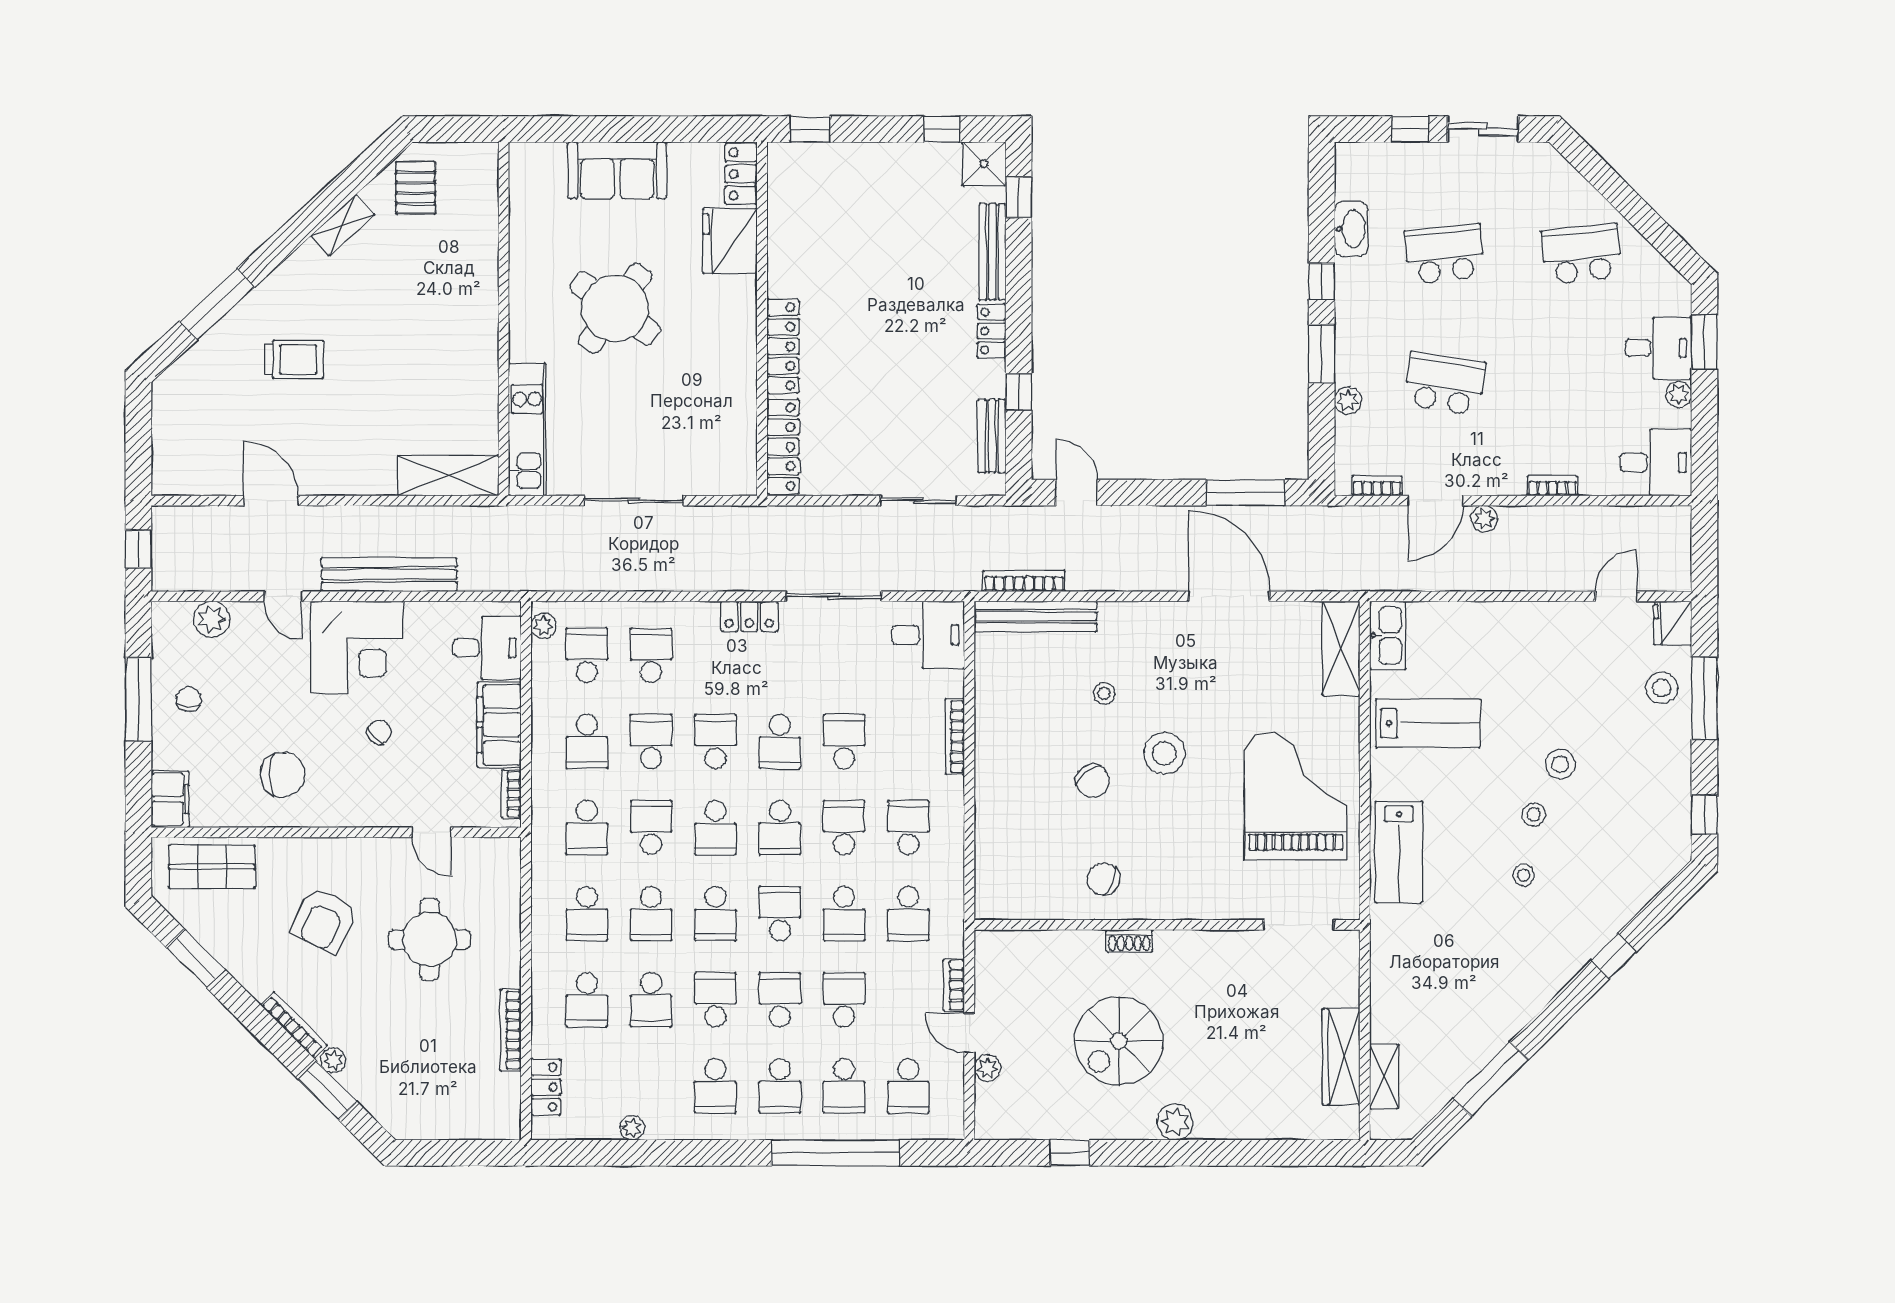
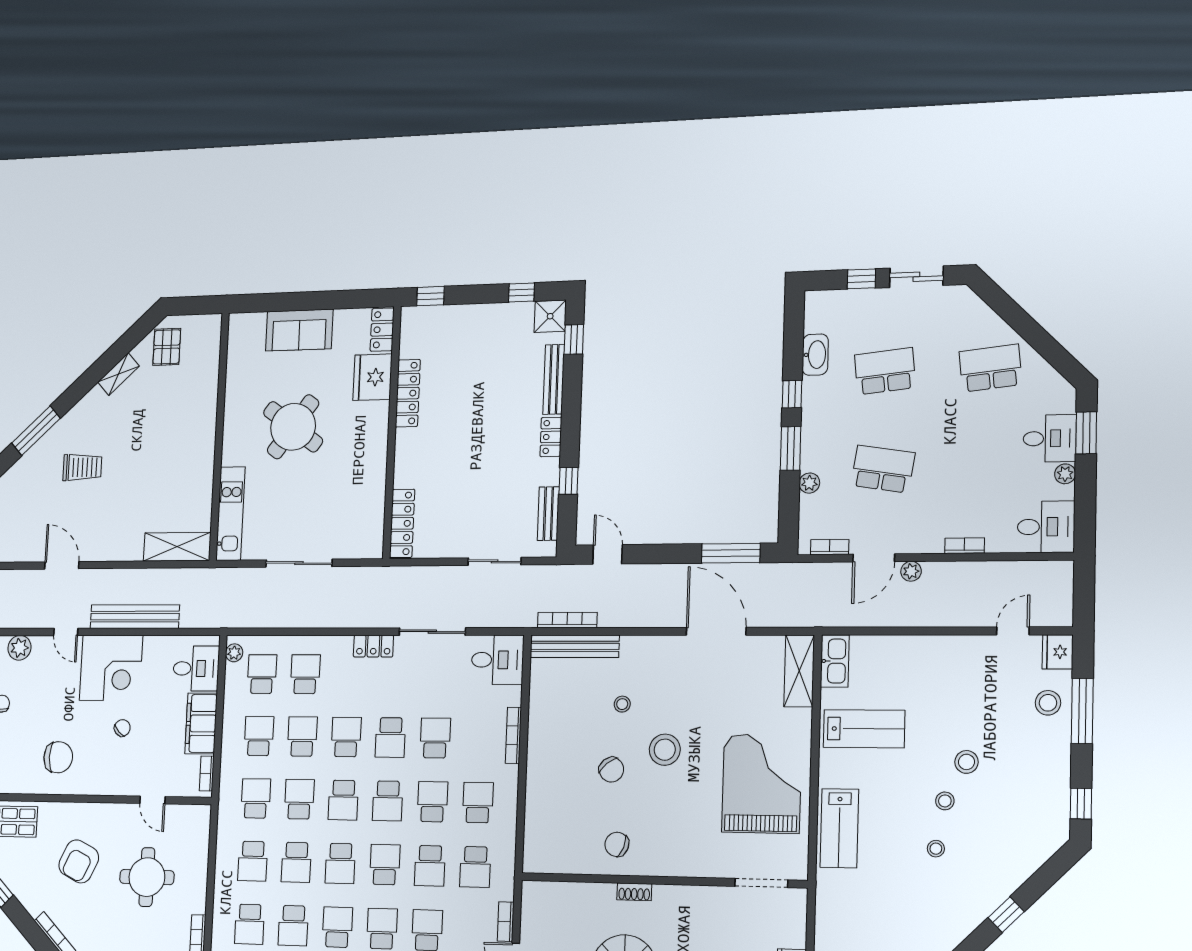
locker: (783, 346) -> (408, 393), moved
school desk: (587, 741) -> (259, 736), turned 180
school desk: (587, 828) -> (256, 798), turned 180

